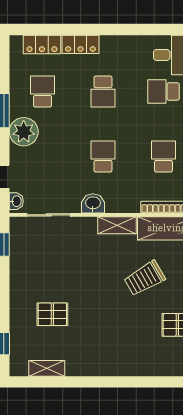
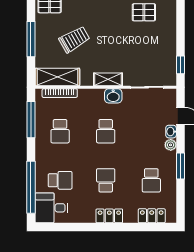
locker: (80, 44) -> (109, 216), moved
plant: (24, 132) -> (171, 145), width x0.53, depth x0.53
washbasin: (16, 201) -> (171, 132), moved
shelving: (117, 225) -> (108, 79), moved

